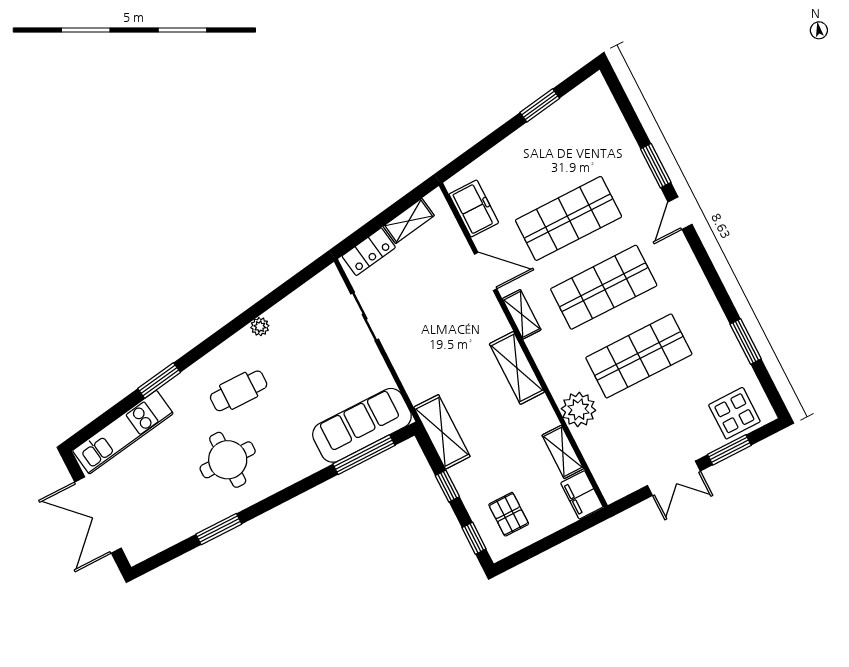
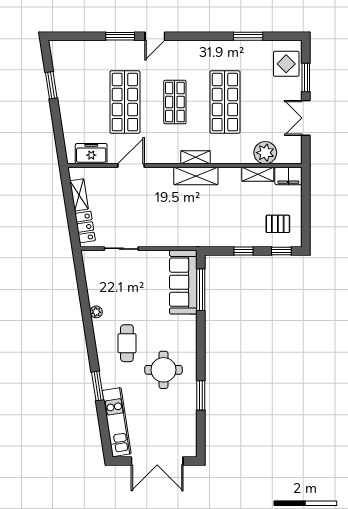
door: (680, 213) -> (155, 36), hinge flipped
shop shelf: (604, 287) -> (175, 102), width x0.70, depth x0.74
shelving: (522, 314) -> (195, 157), moved
plant: (578, 409) -> (265, 153), moved
shelving: (442, 432) -> (211, 238), removed
double door: (674, 478) -> (306, 118), swing flipped

